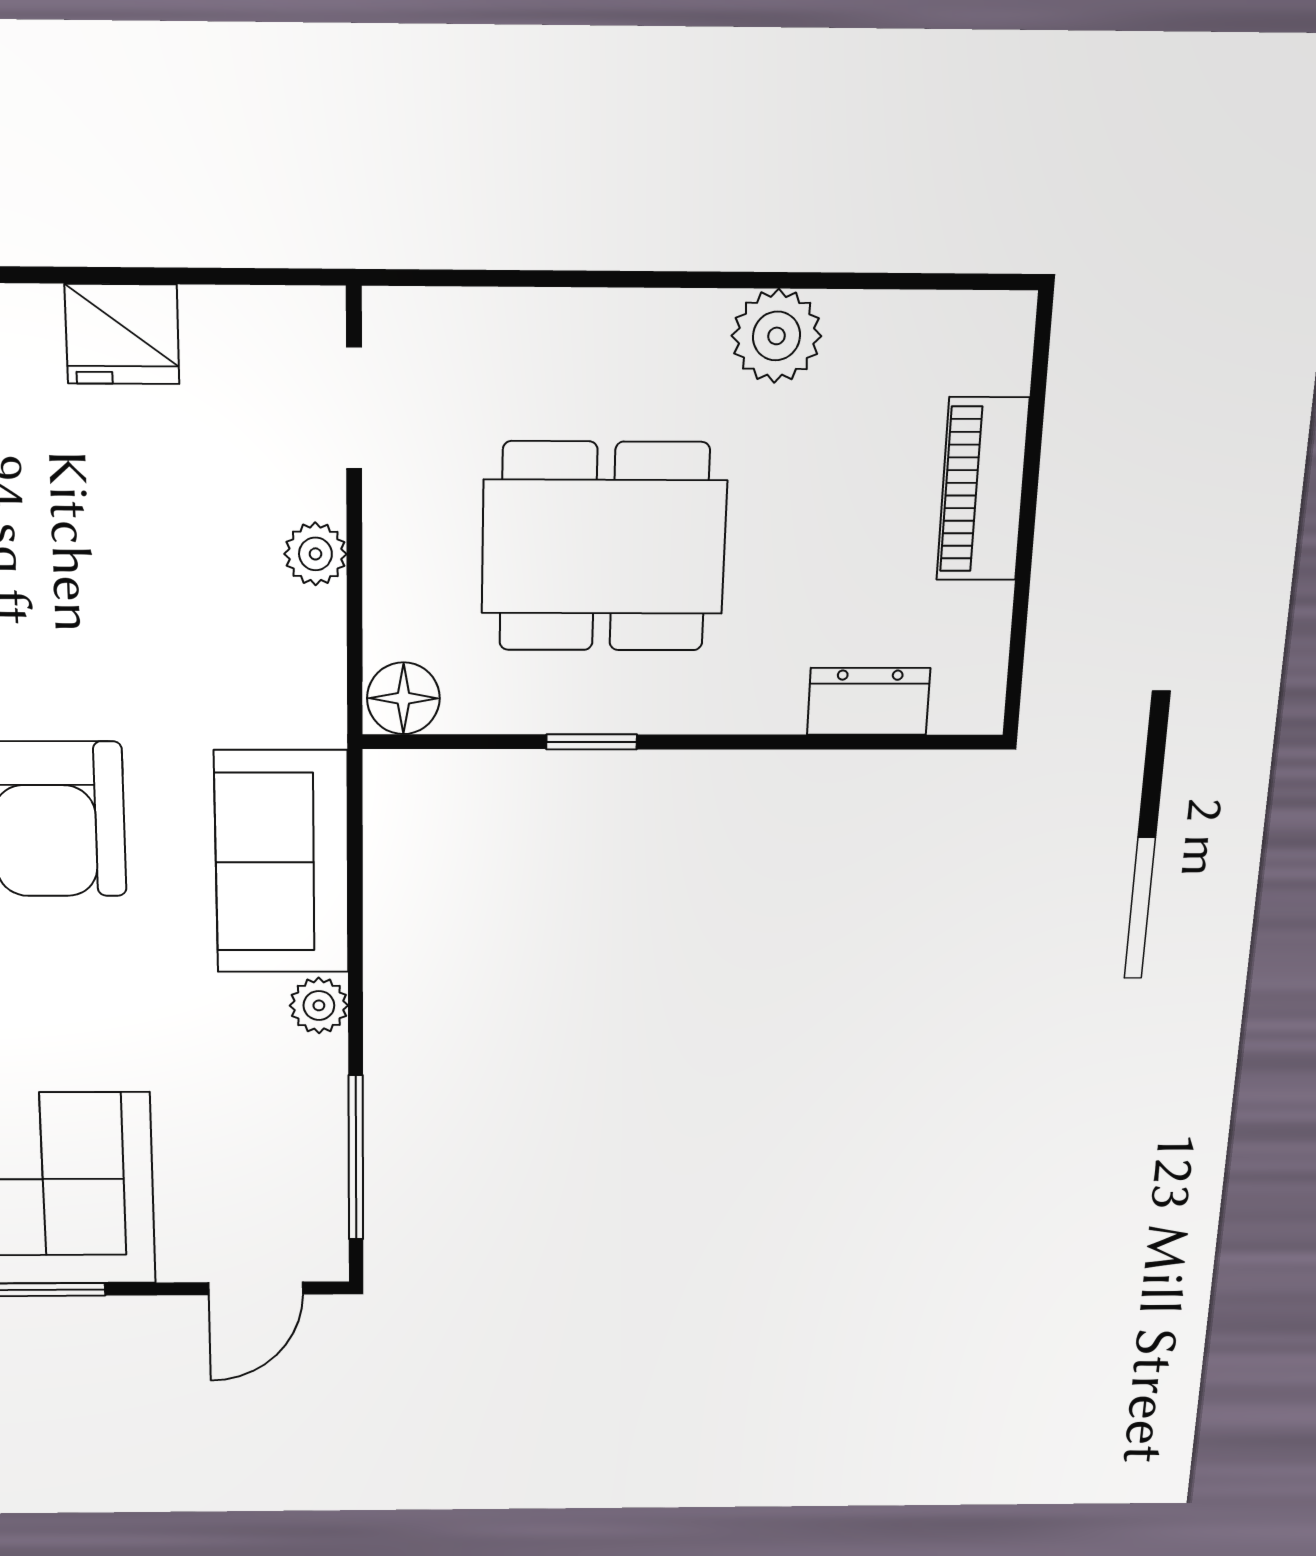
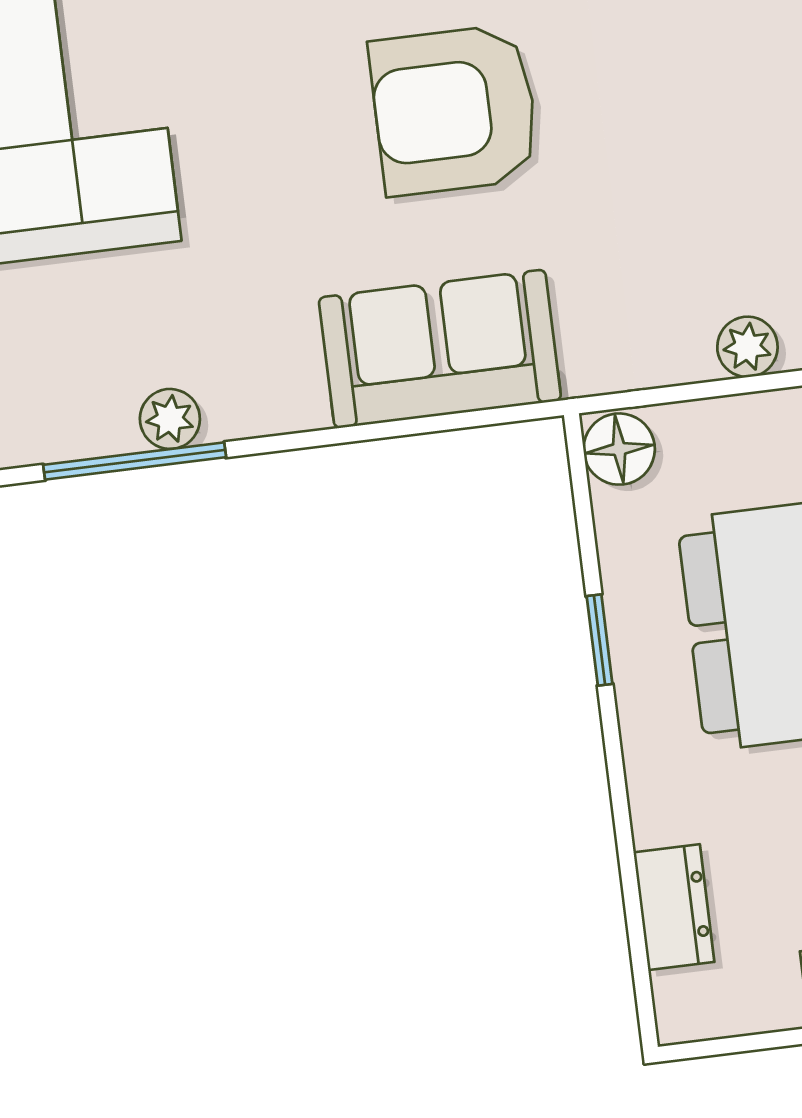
plant: (319, 1005) -> (170, 419), moved

